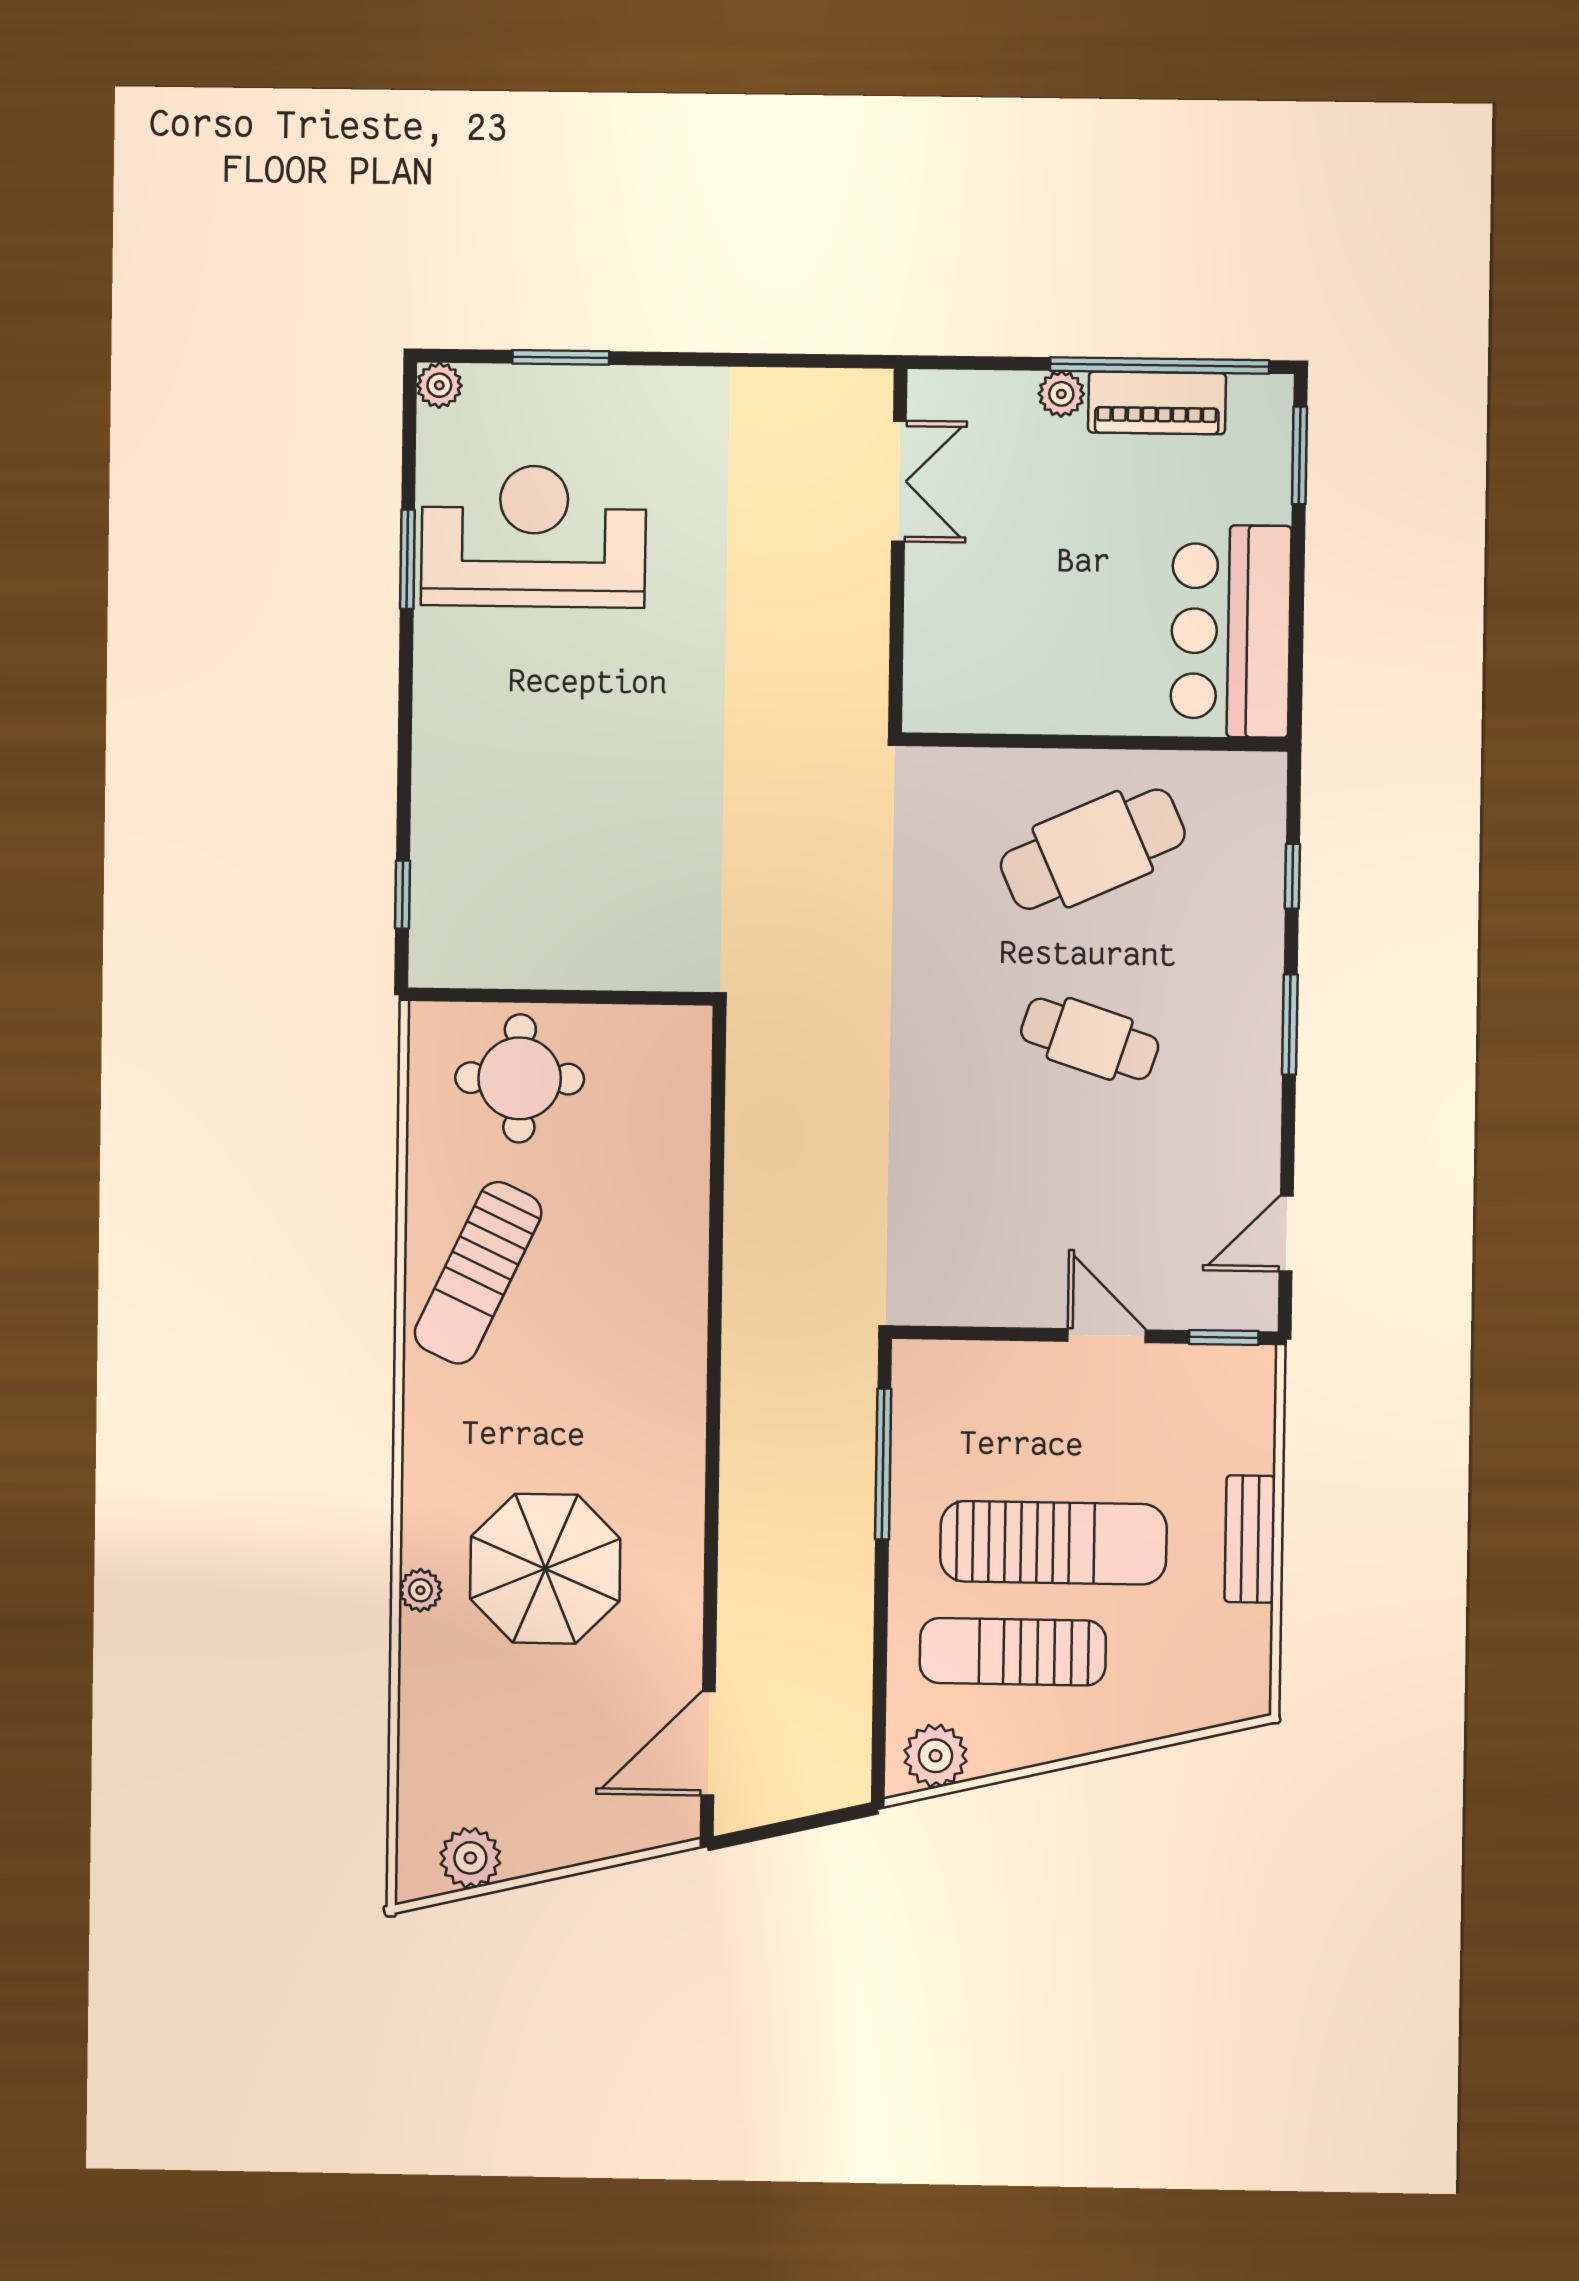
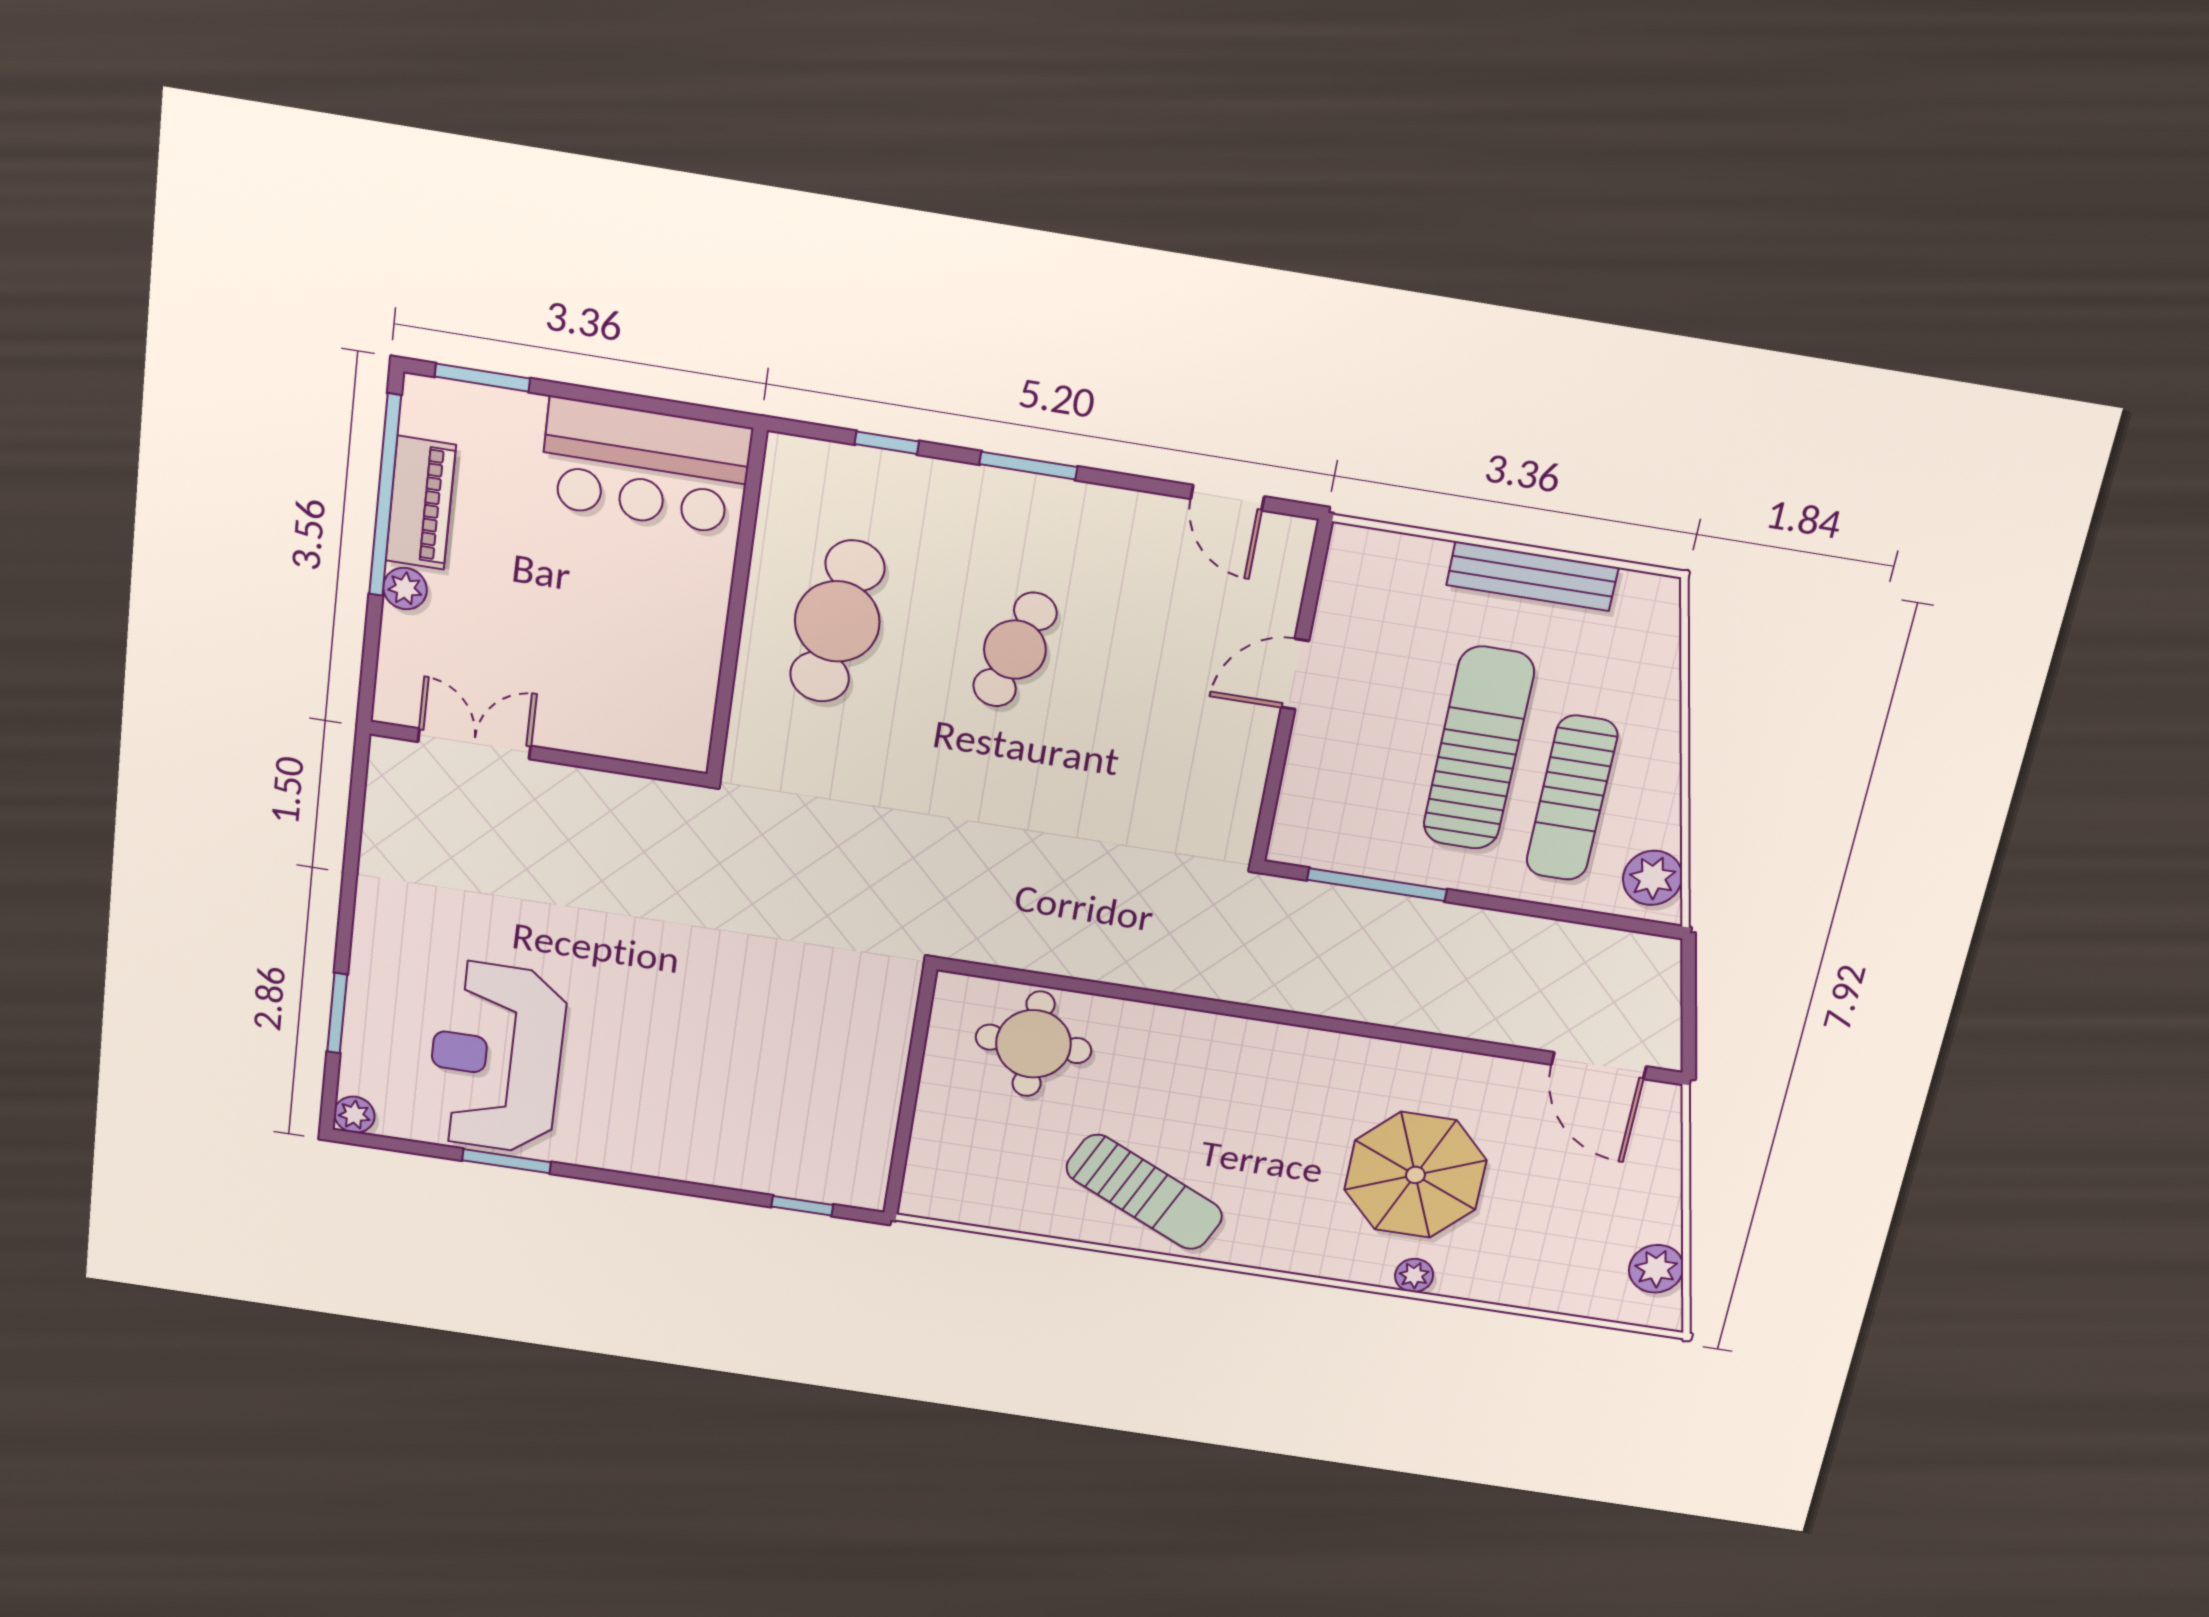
cafe table: (1093, 849) -> (837, 621), turned 33
round table: (520, 1078) -> (1034, 1044), moved
window: (1224, 1338) -> (1316, 569), removed
bench: (1250, 1539) -> (1532, 576), width x1.36

